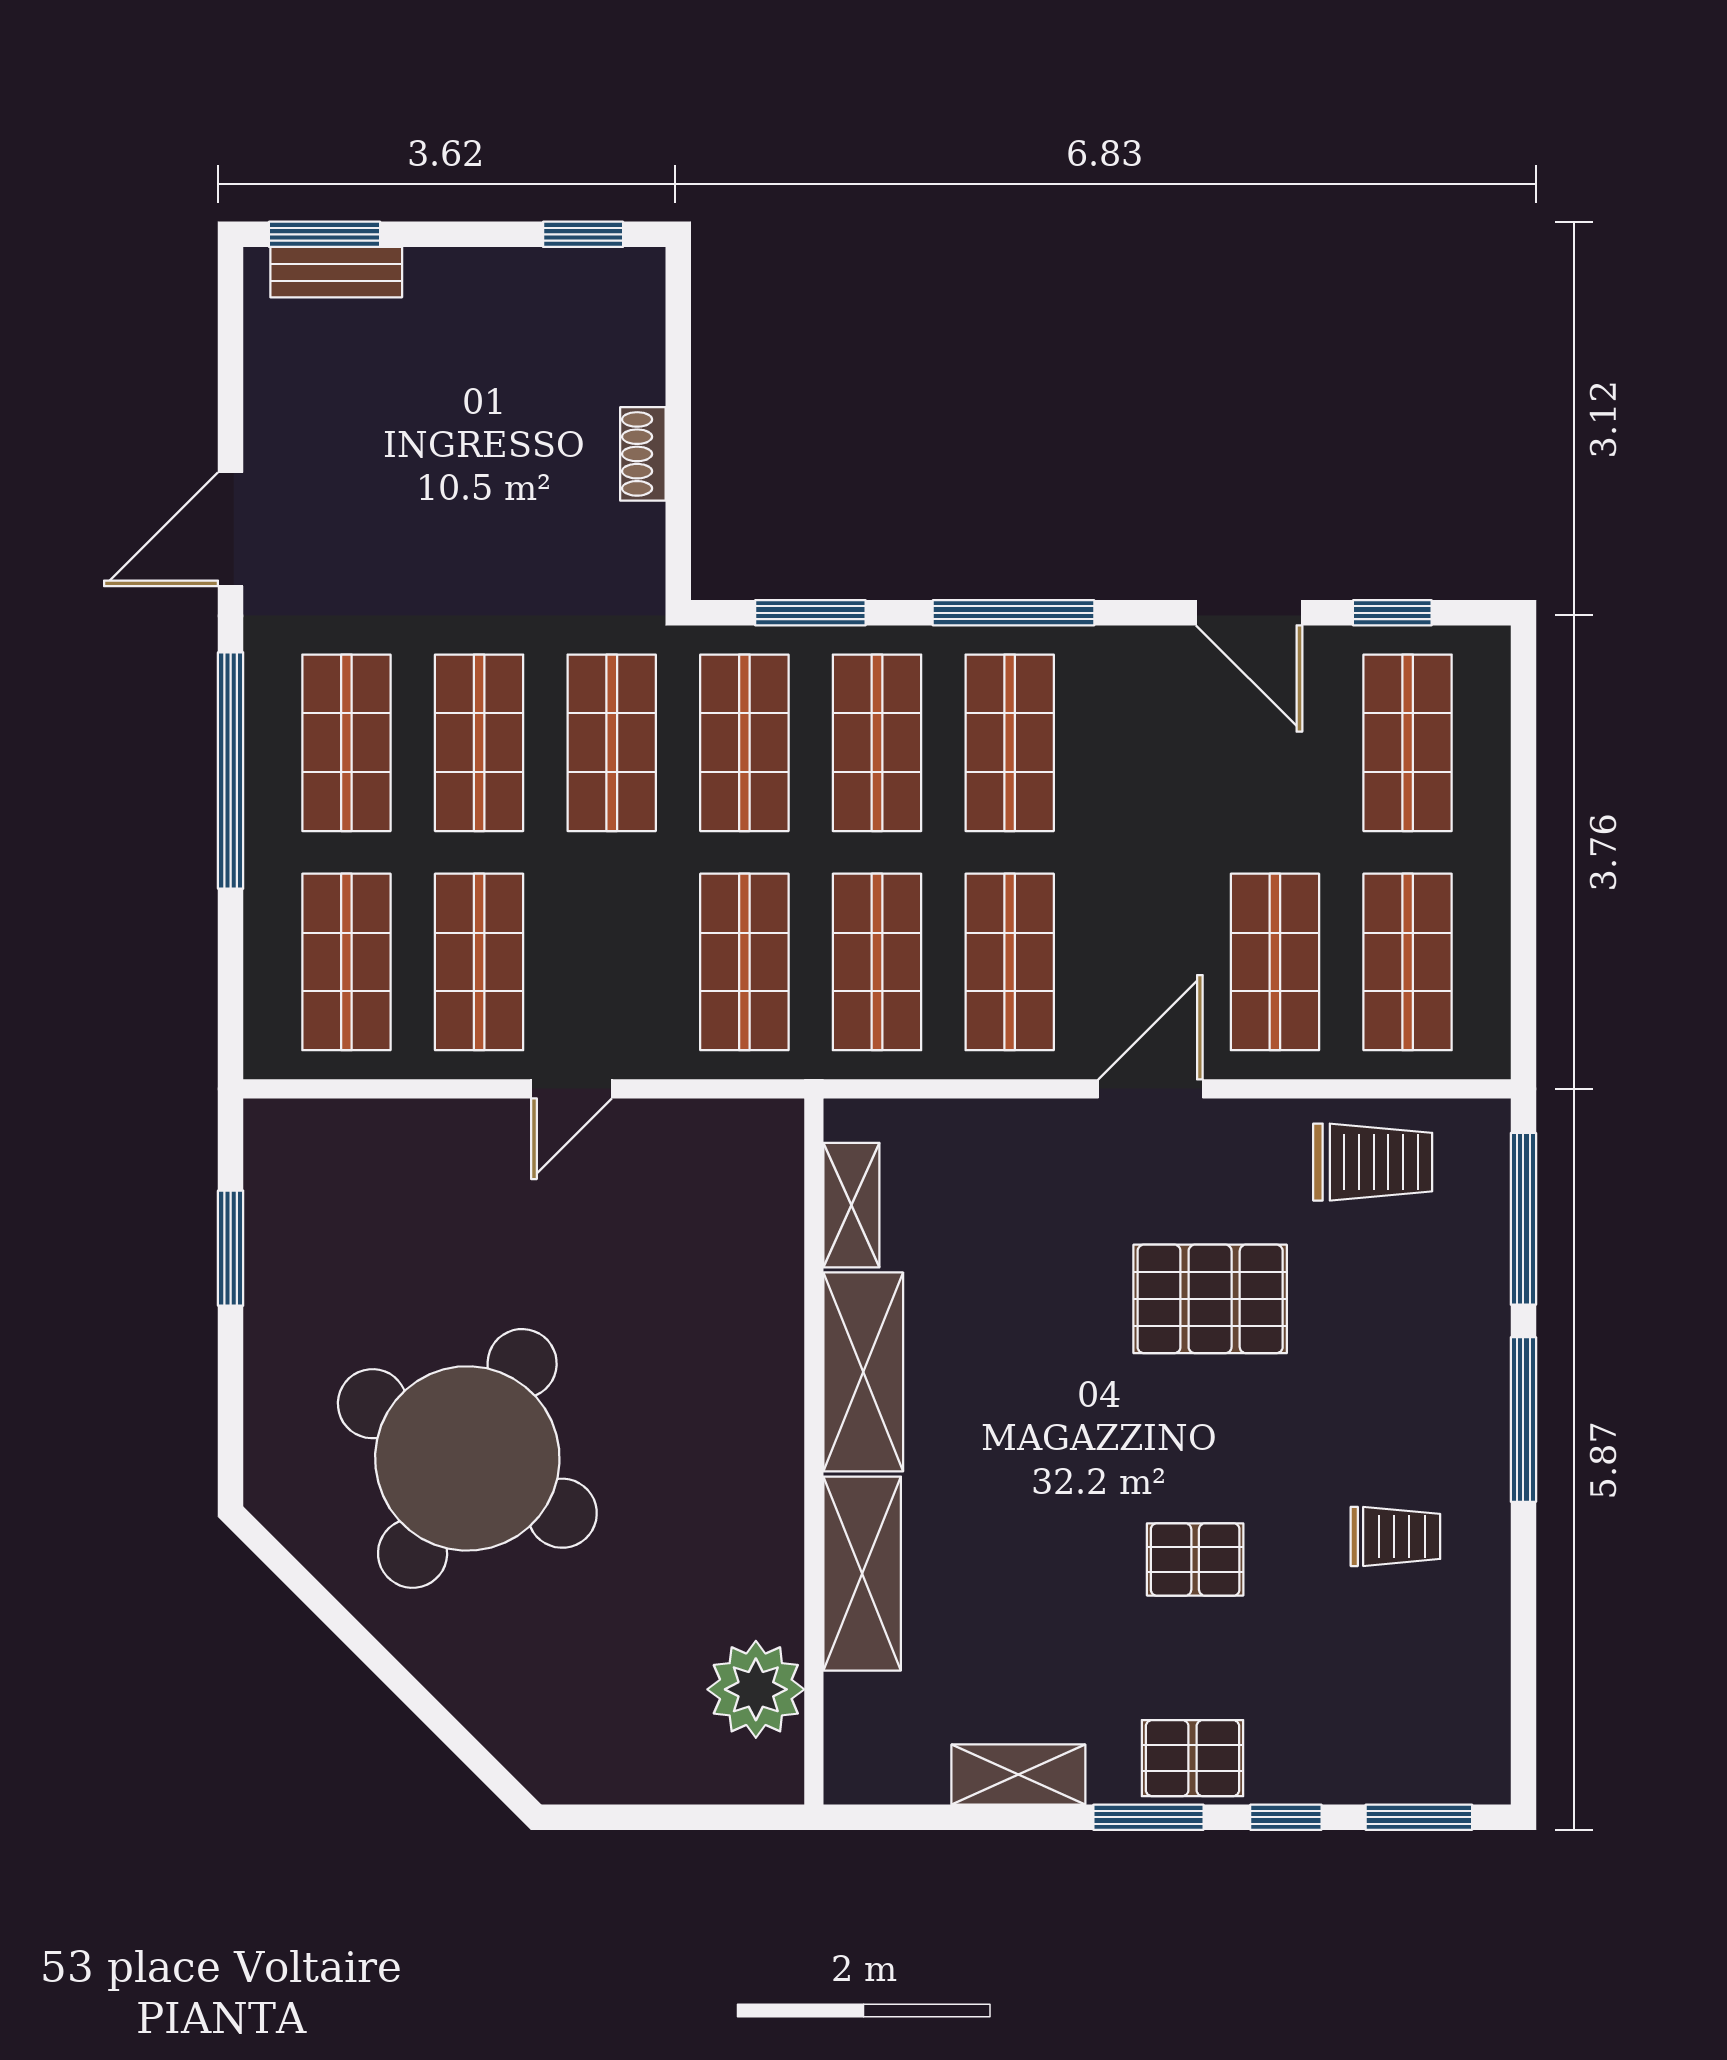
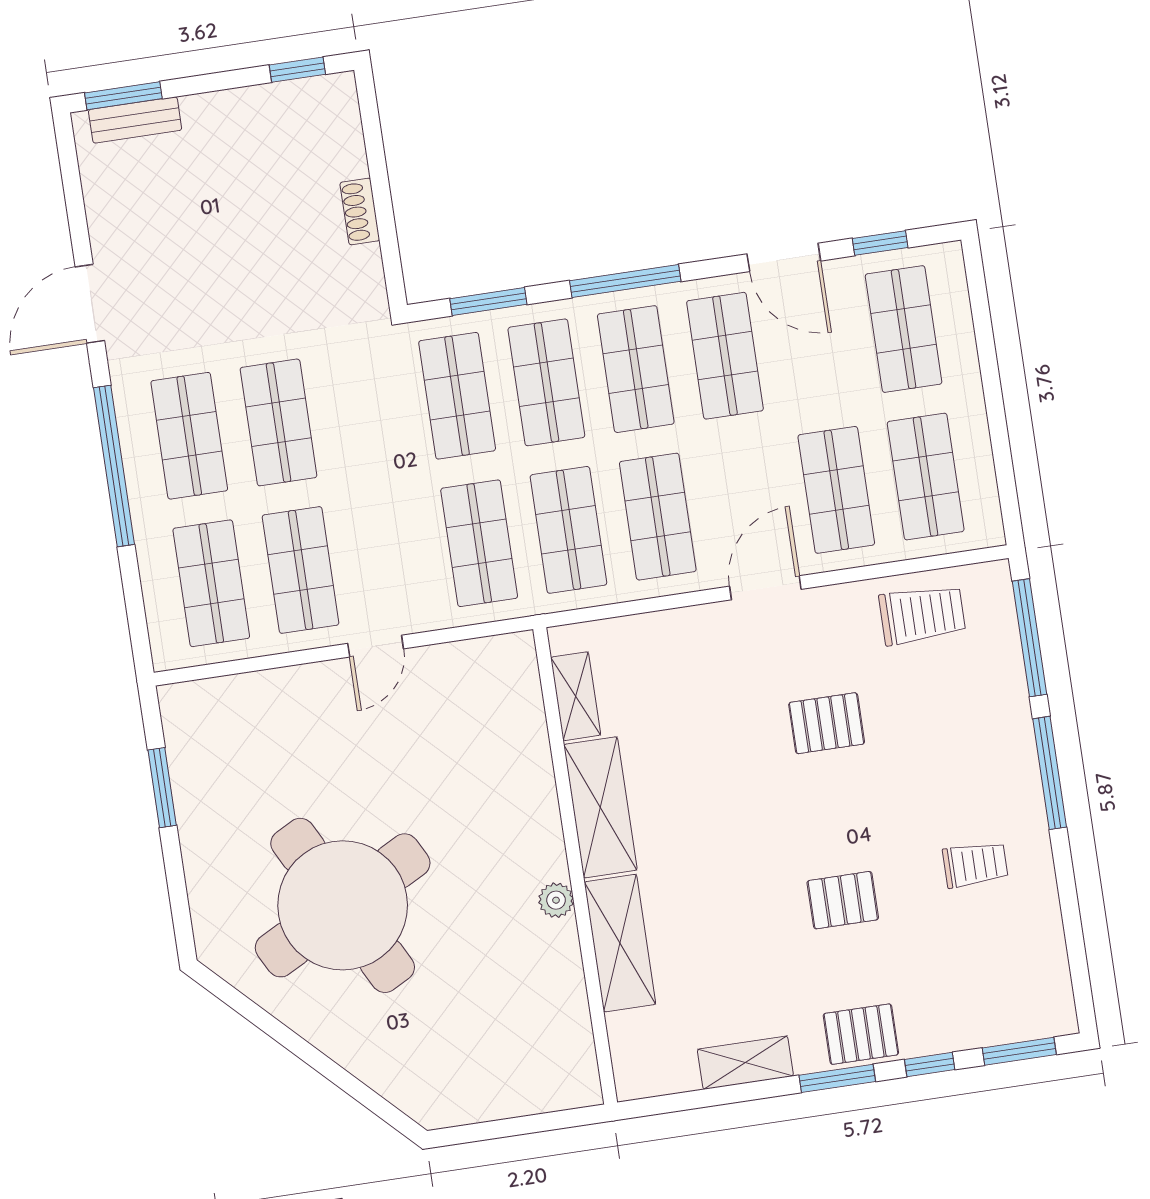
shop shelf: (612, 743) -> (725, 356), moved
pallet: (1210, 1299) -> (827, 723), width x0.67, depth x0.71
round table: (467, 1458) -> (343, 905), turned 32
plant: (756, 1689) -> (556, 900), moved, width x0.53, depth x0.53

